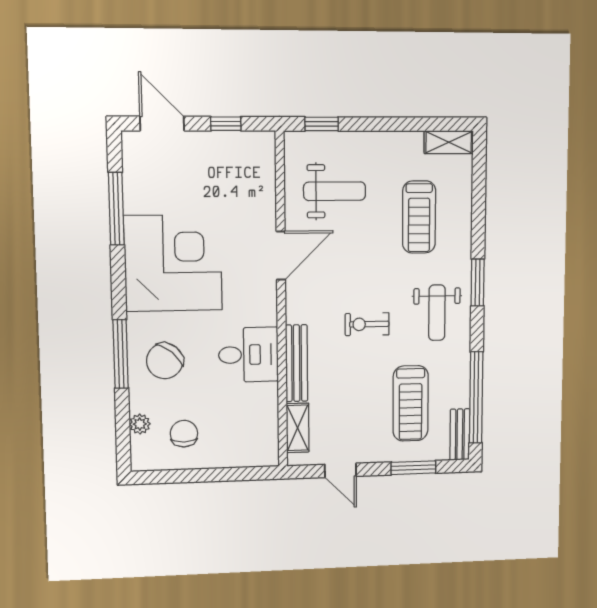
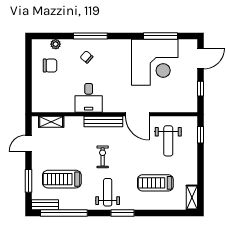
corner desk: (173, 263) -> (155, 62), moved
weight bench: (437, 313) -> (108, 192), turned 90
chair: (165, 361) -> (87, 57), width x0.54, depth x0.54
bench: (297, 363) -> (103, 122), moved

